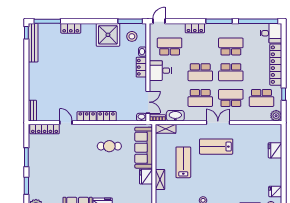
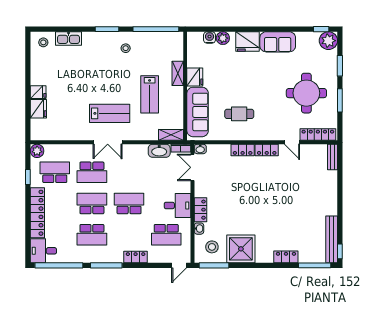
school desk: (200, 98) -> (129, 172), removed
round table: (54, 163) -> (306, 93), added
fridge: (275, 191) -> (38, 92), moved

